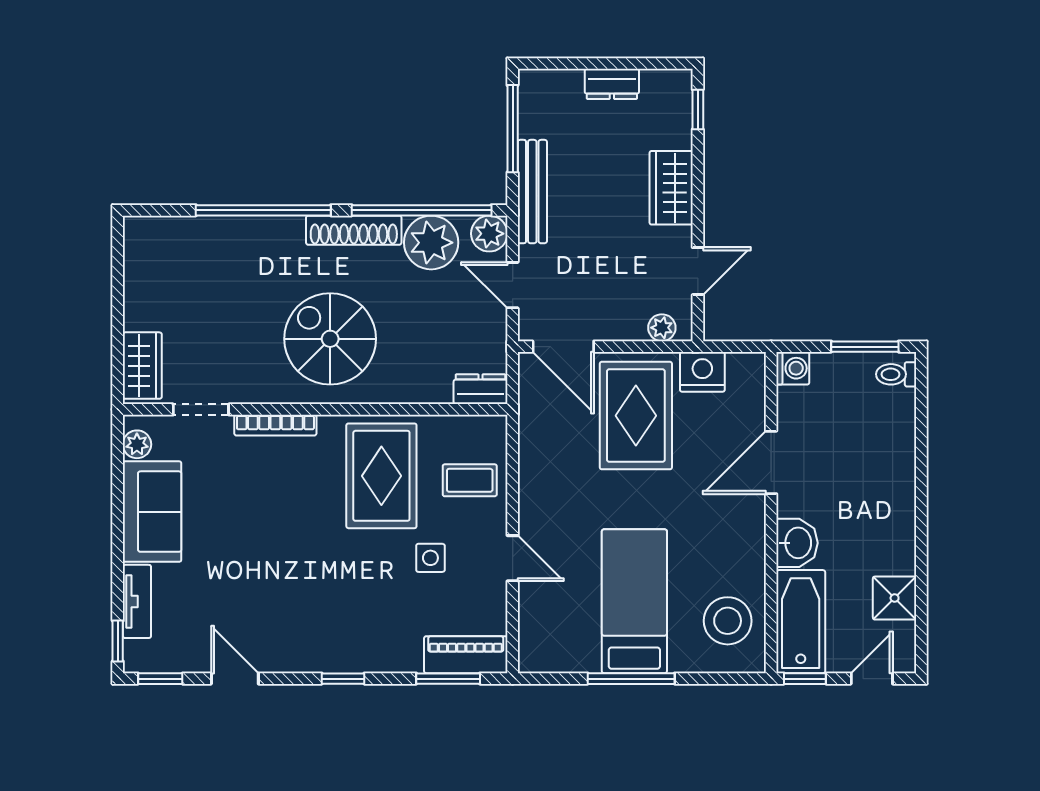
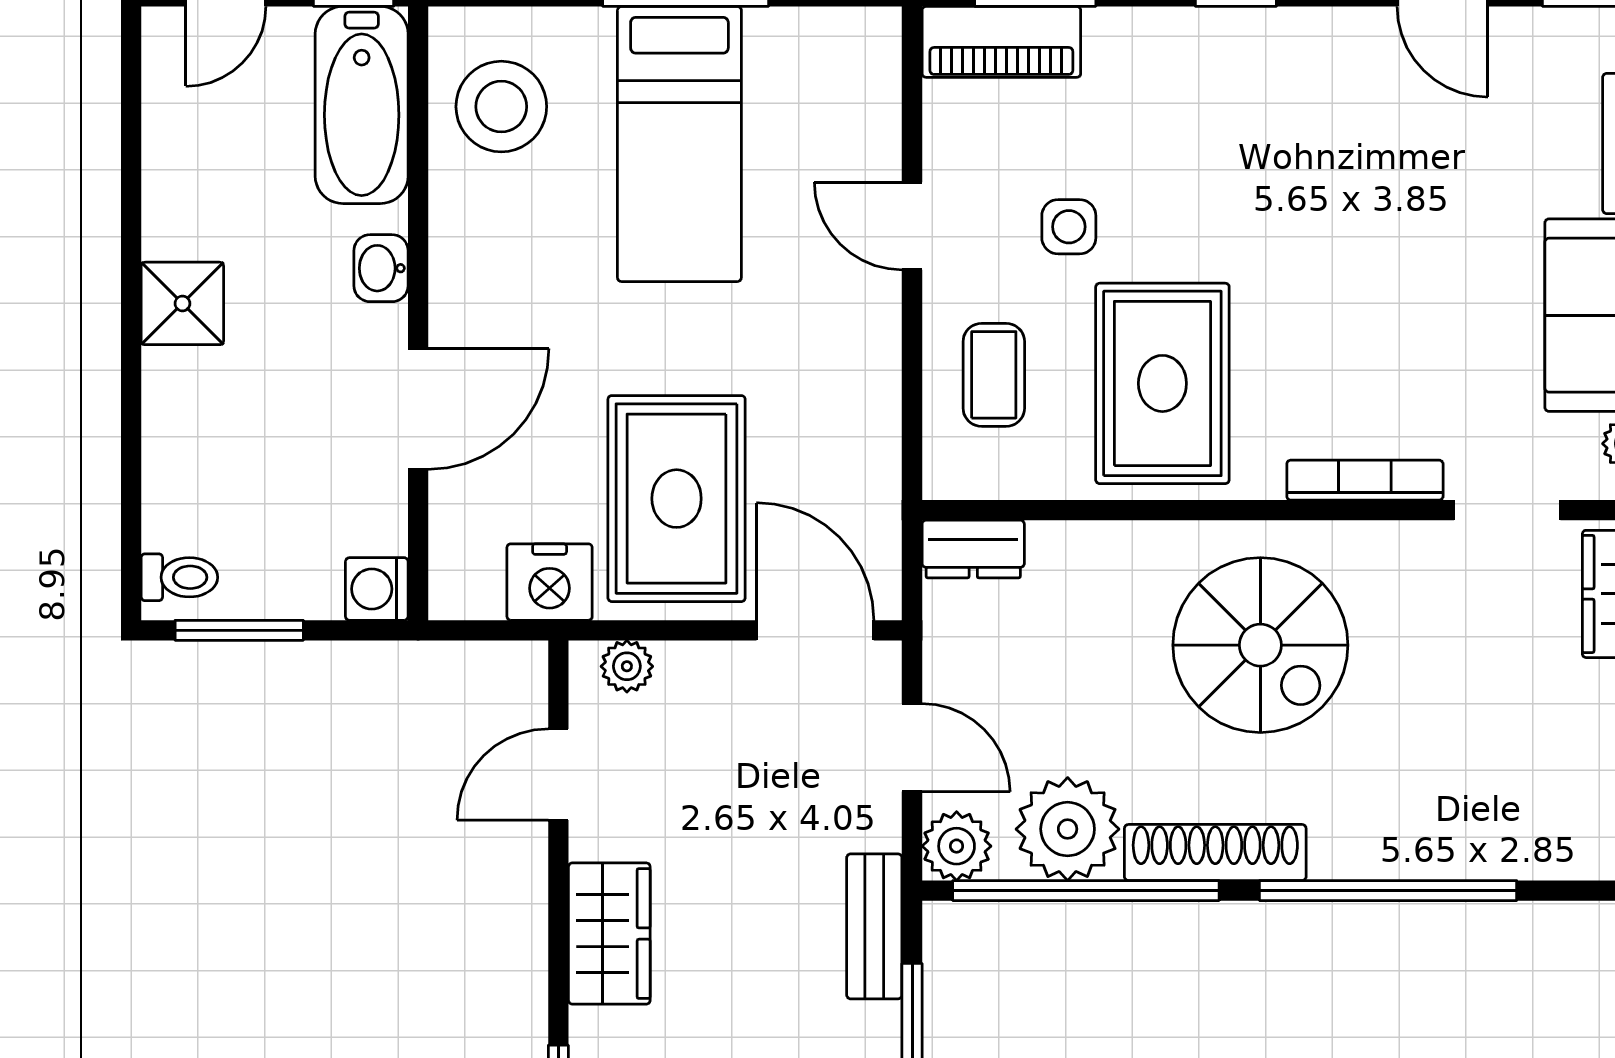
bench: (532, 192) -> (874, 926), width x0.73
coffee table: (470, 480) -> (994, 375), turned 90
washbasin: (797, 543) -> (381, 268), width x0.72, depth x0.69
shower: (895, 598) -> (182, 303), moved

